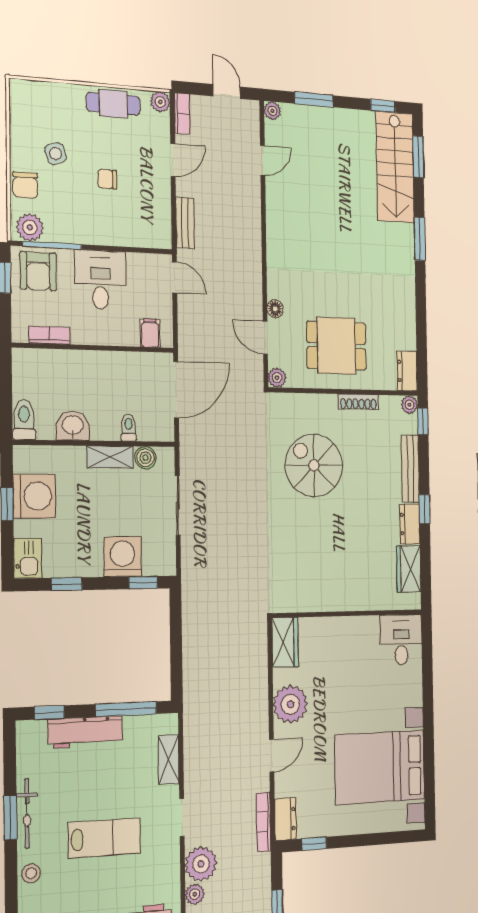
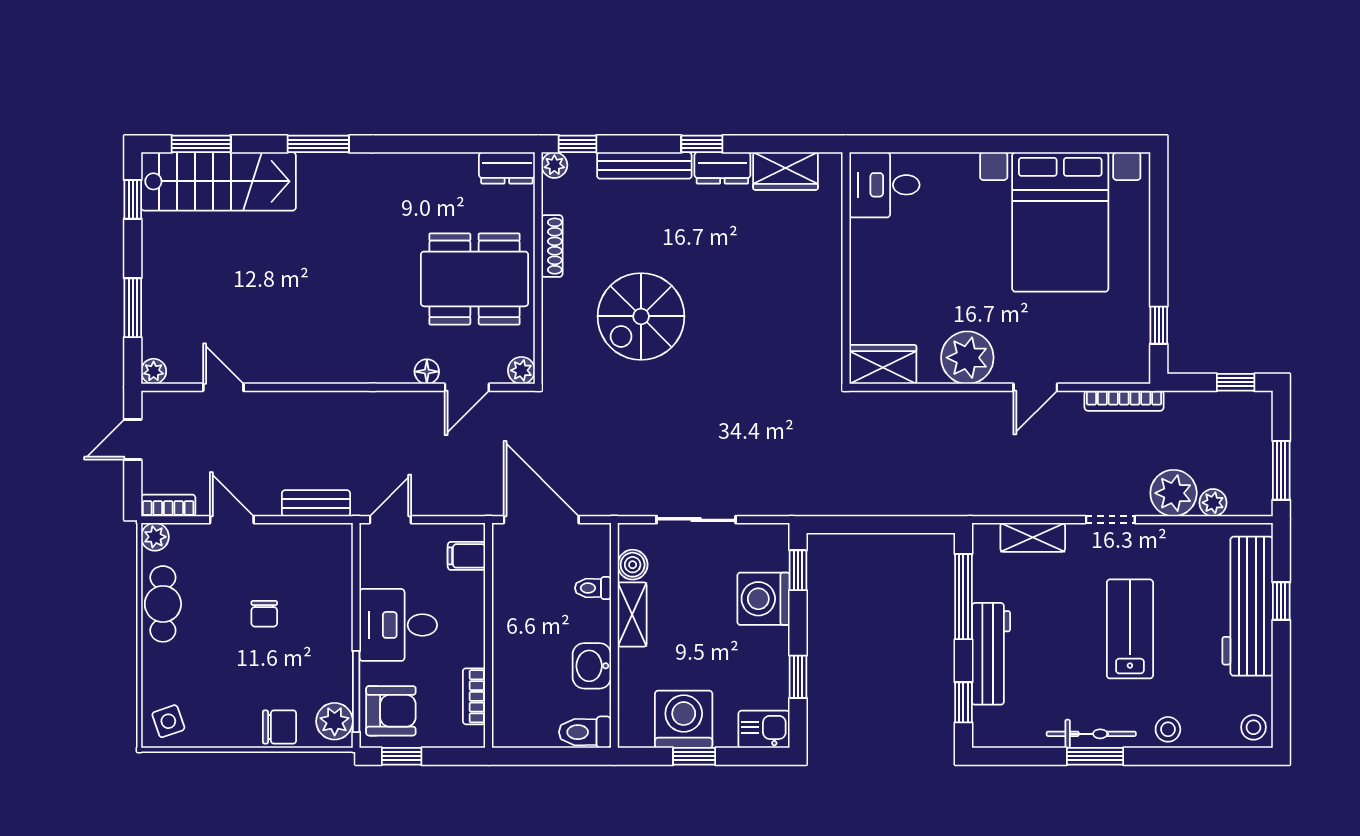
side table: (56, 154) -> (168, 721), moved
dining table: (336, 346) -> (475, 279), width x1.37
door: (272, 756) -> (1035, 387), swing flipped
dresser: (285, 819) -> (1123, 368), removed

